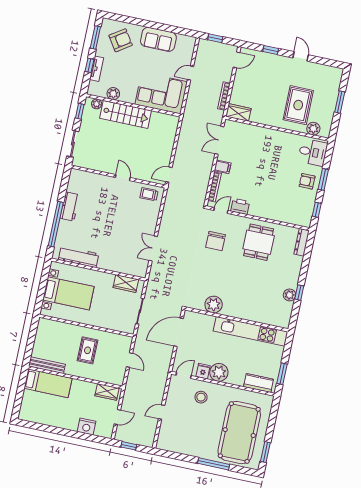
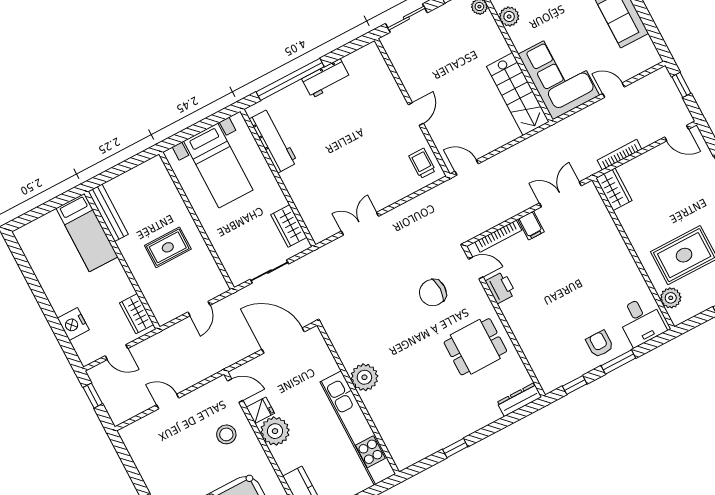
stairs: (126, 114) -> (518, 94), moved
plant: (290, 295) -> (442, 439), removed
plant: (214, 305) -> (364, 377), moved

